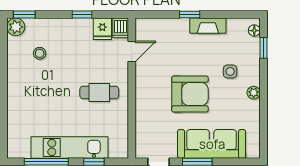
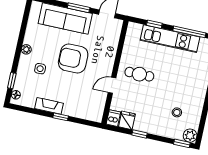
door: (132, 52) -> (112, 85), moved

